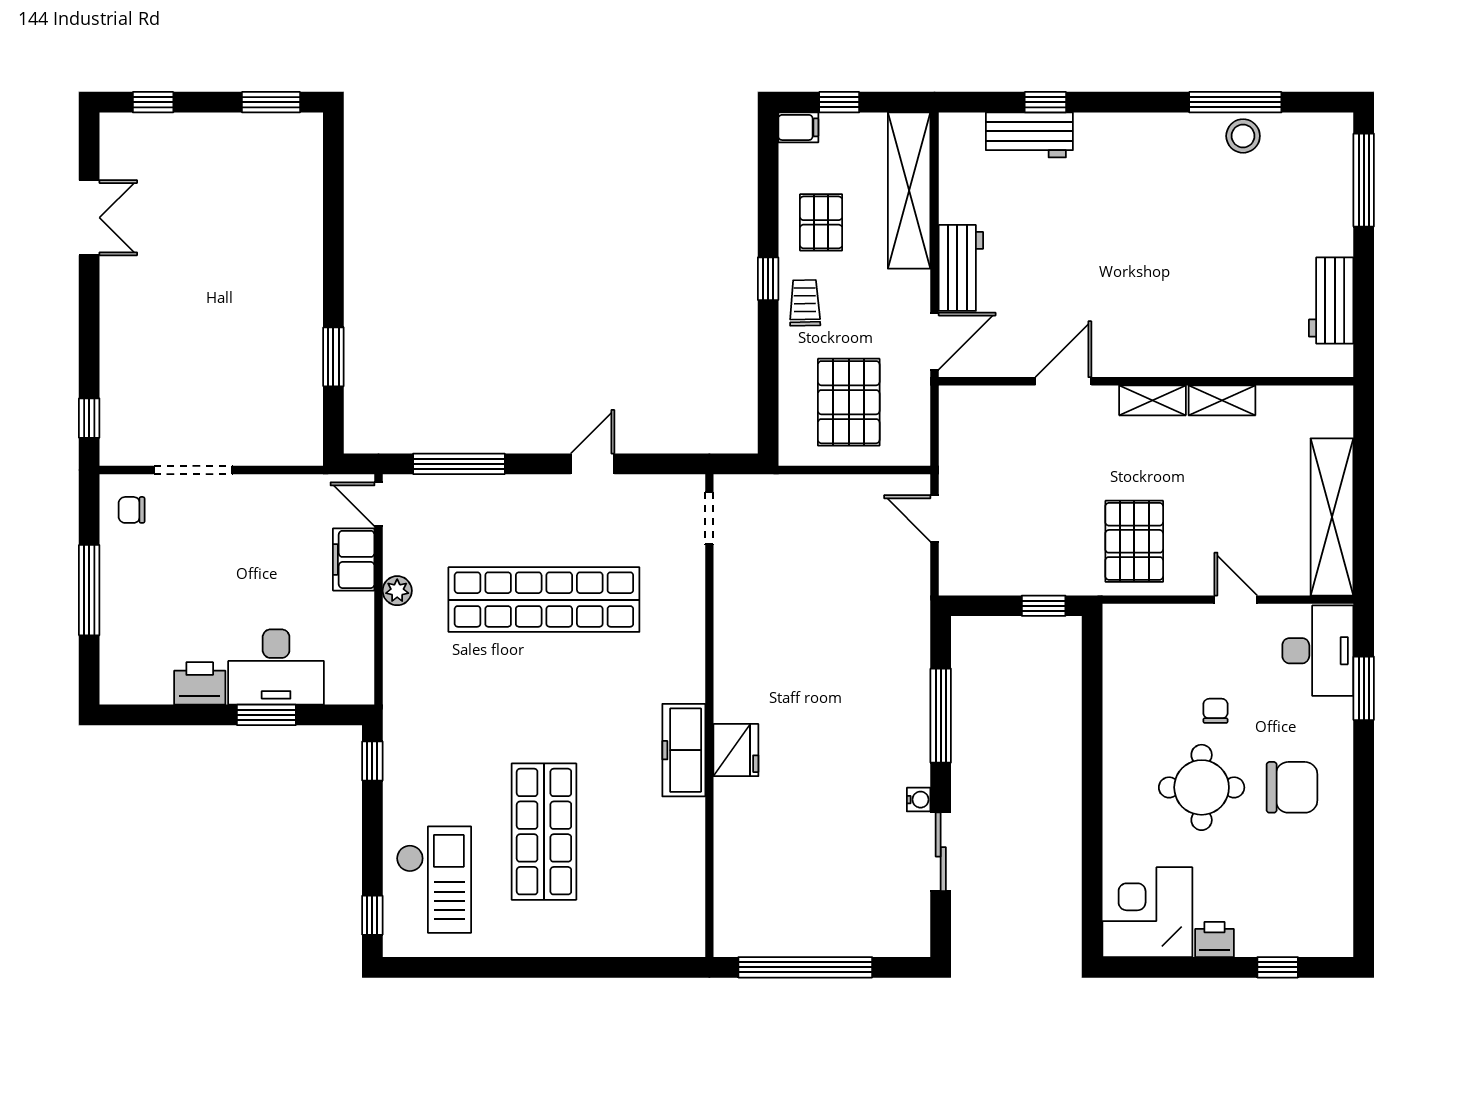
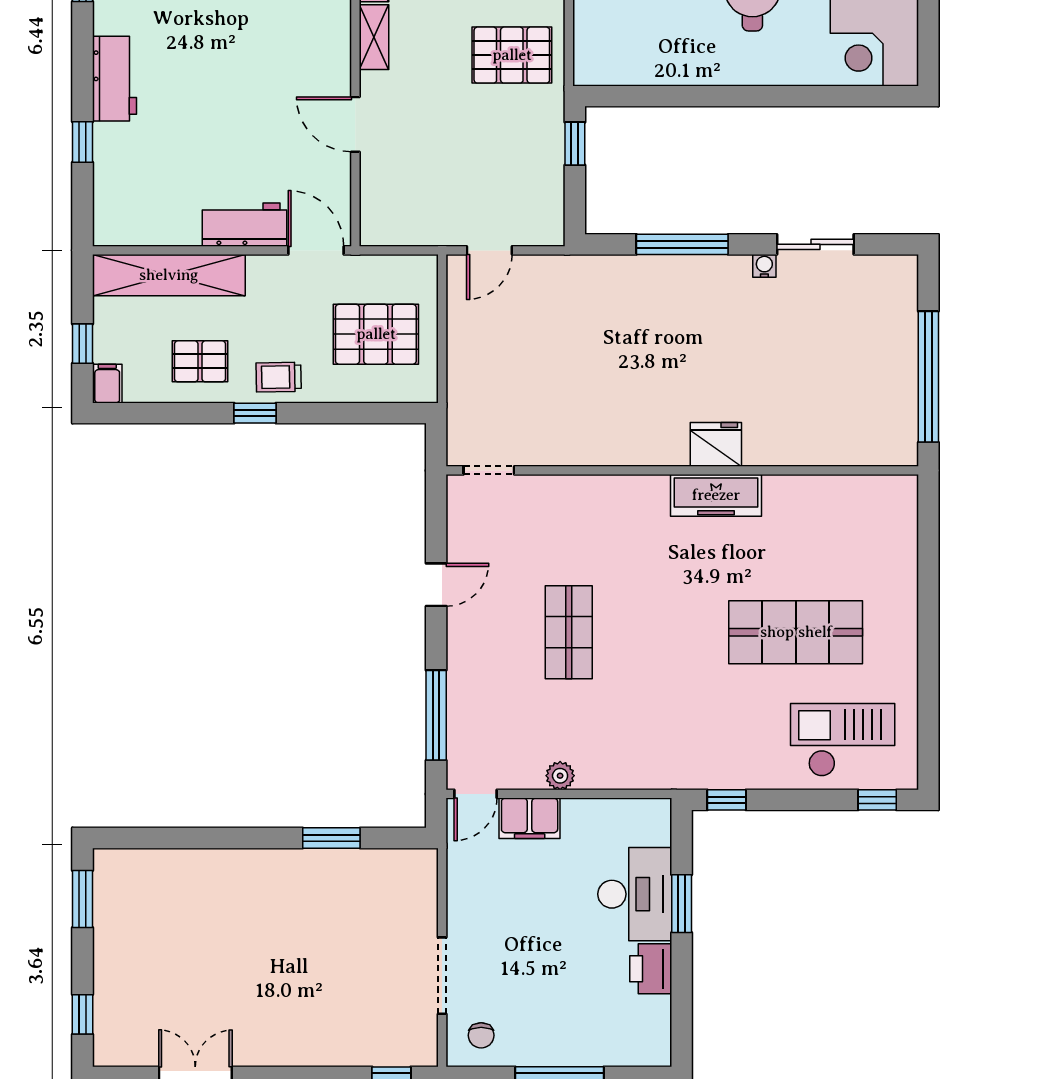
workbench: (1029, 135) -> (114, 79), moved
door: (592, 464) -> (436, 585), swing flipped
shop shelf: (544, 600) -> (569, 632), width x0.50, depth x0.74

